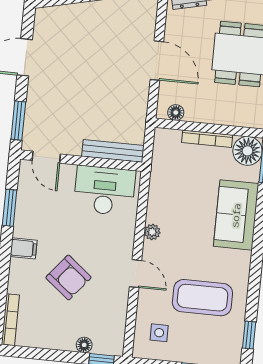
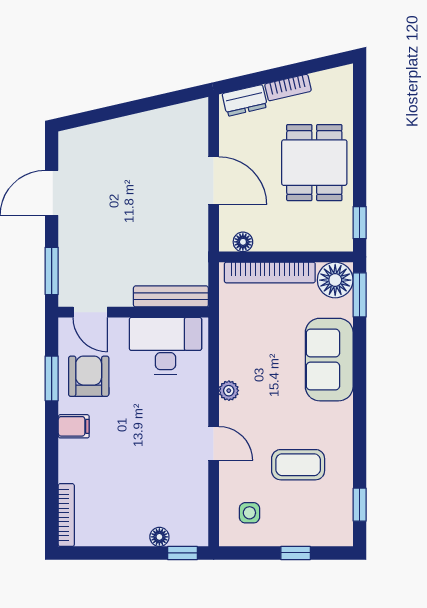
bookcase: (207, 139) -> (270, 272), width x1.48, depth x1.31
armchair: (68, 277) -> (89, 376), moved, turned -129
coffee table: (202, 298) -> (298, 465), width x0.73, depth x0.76

